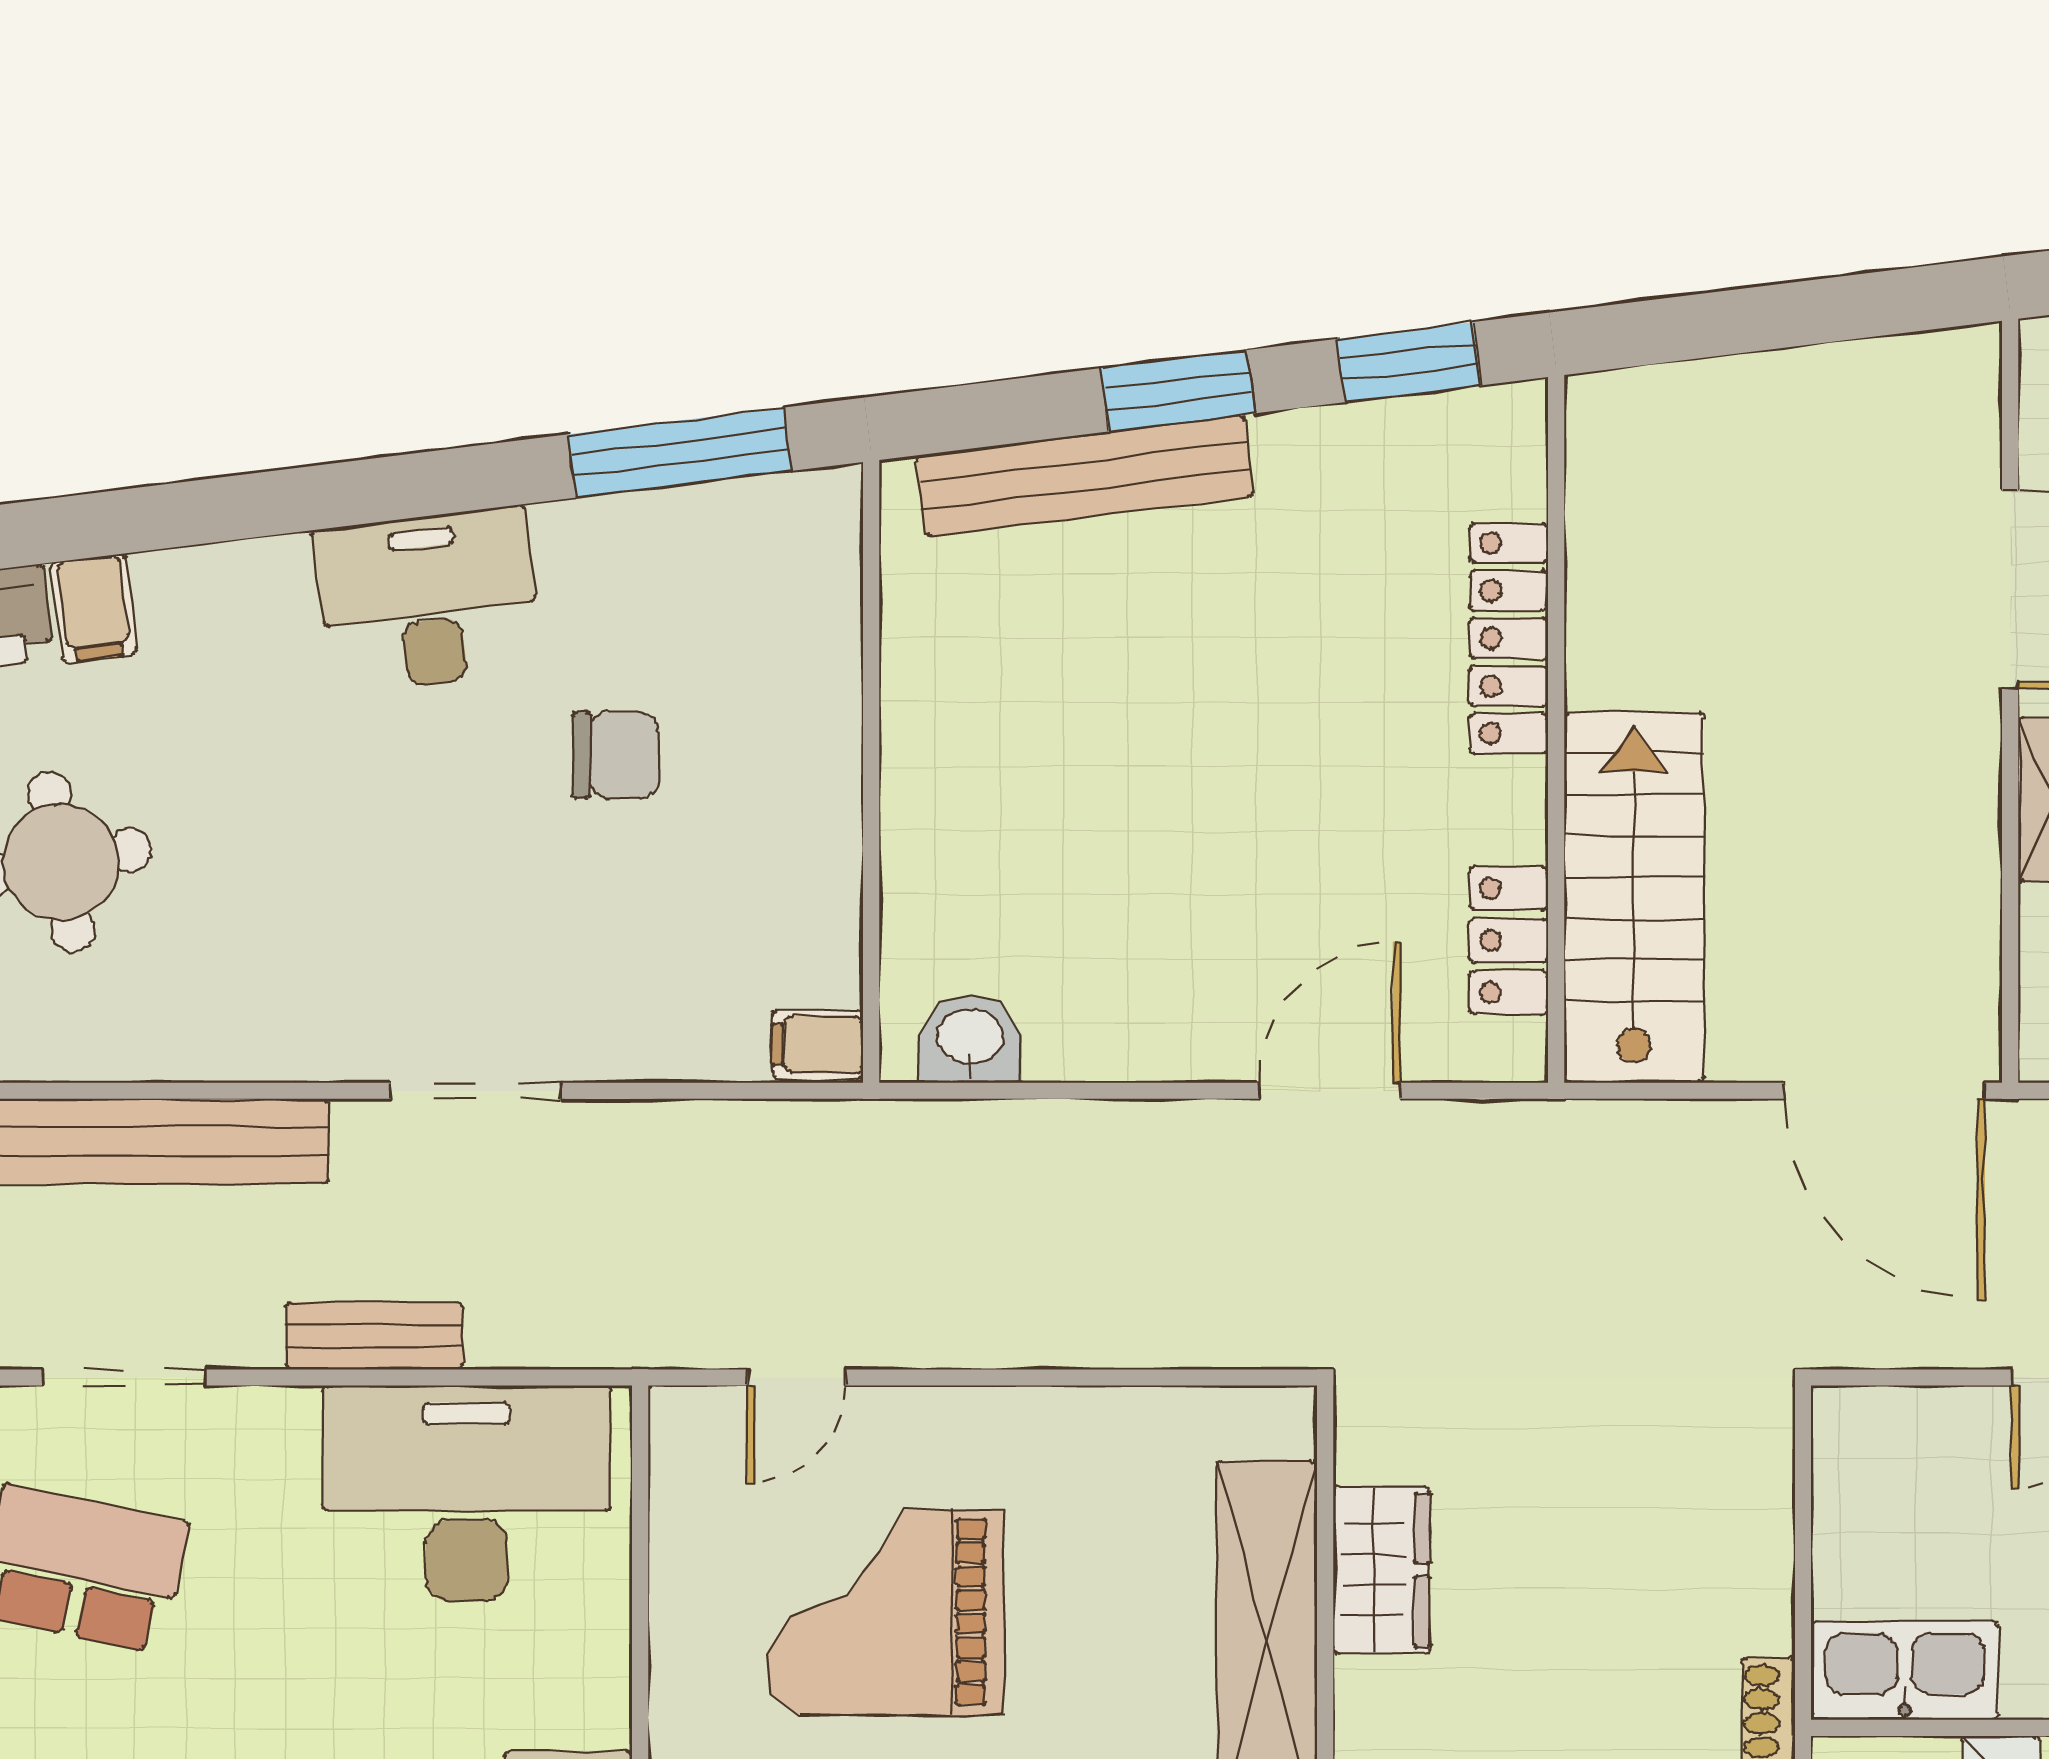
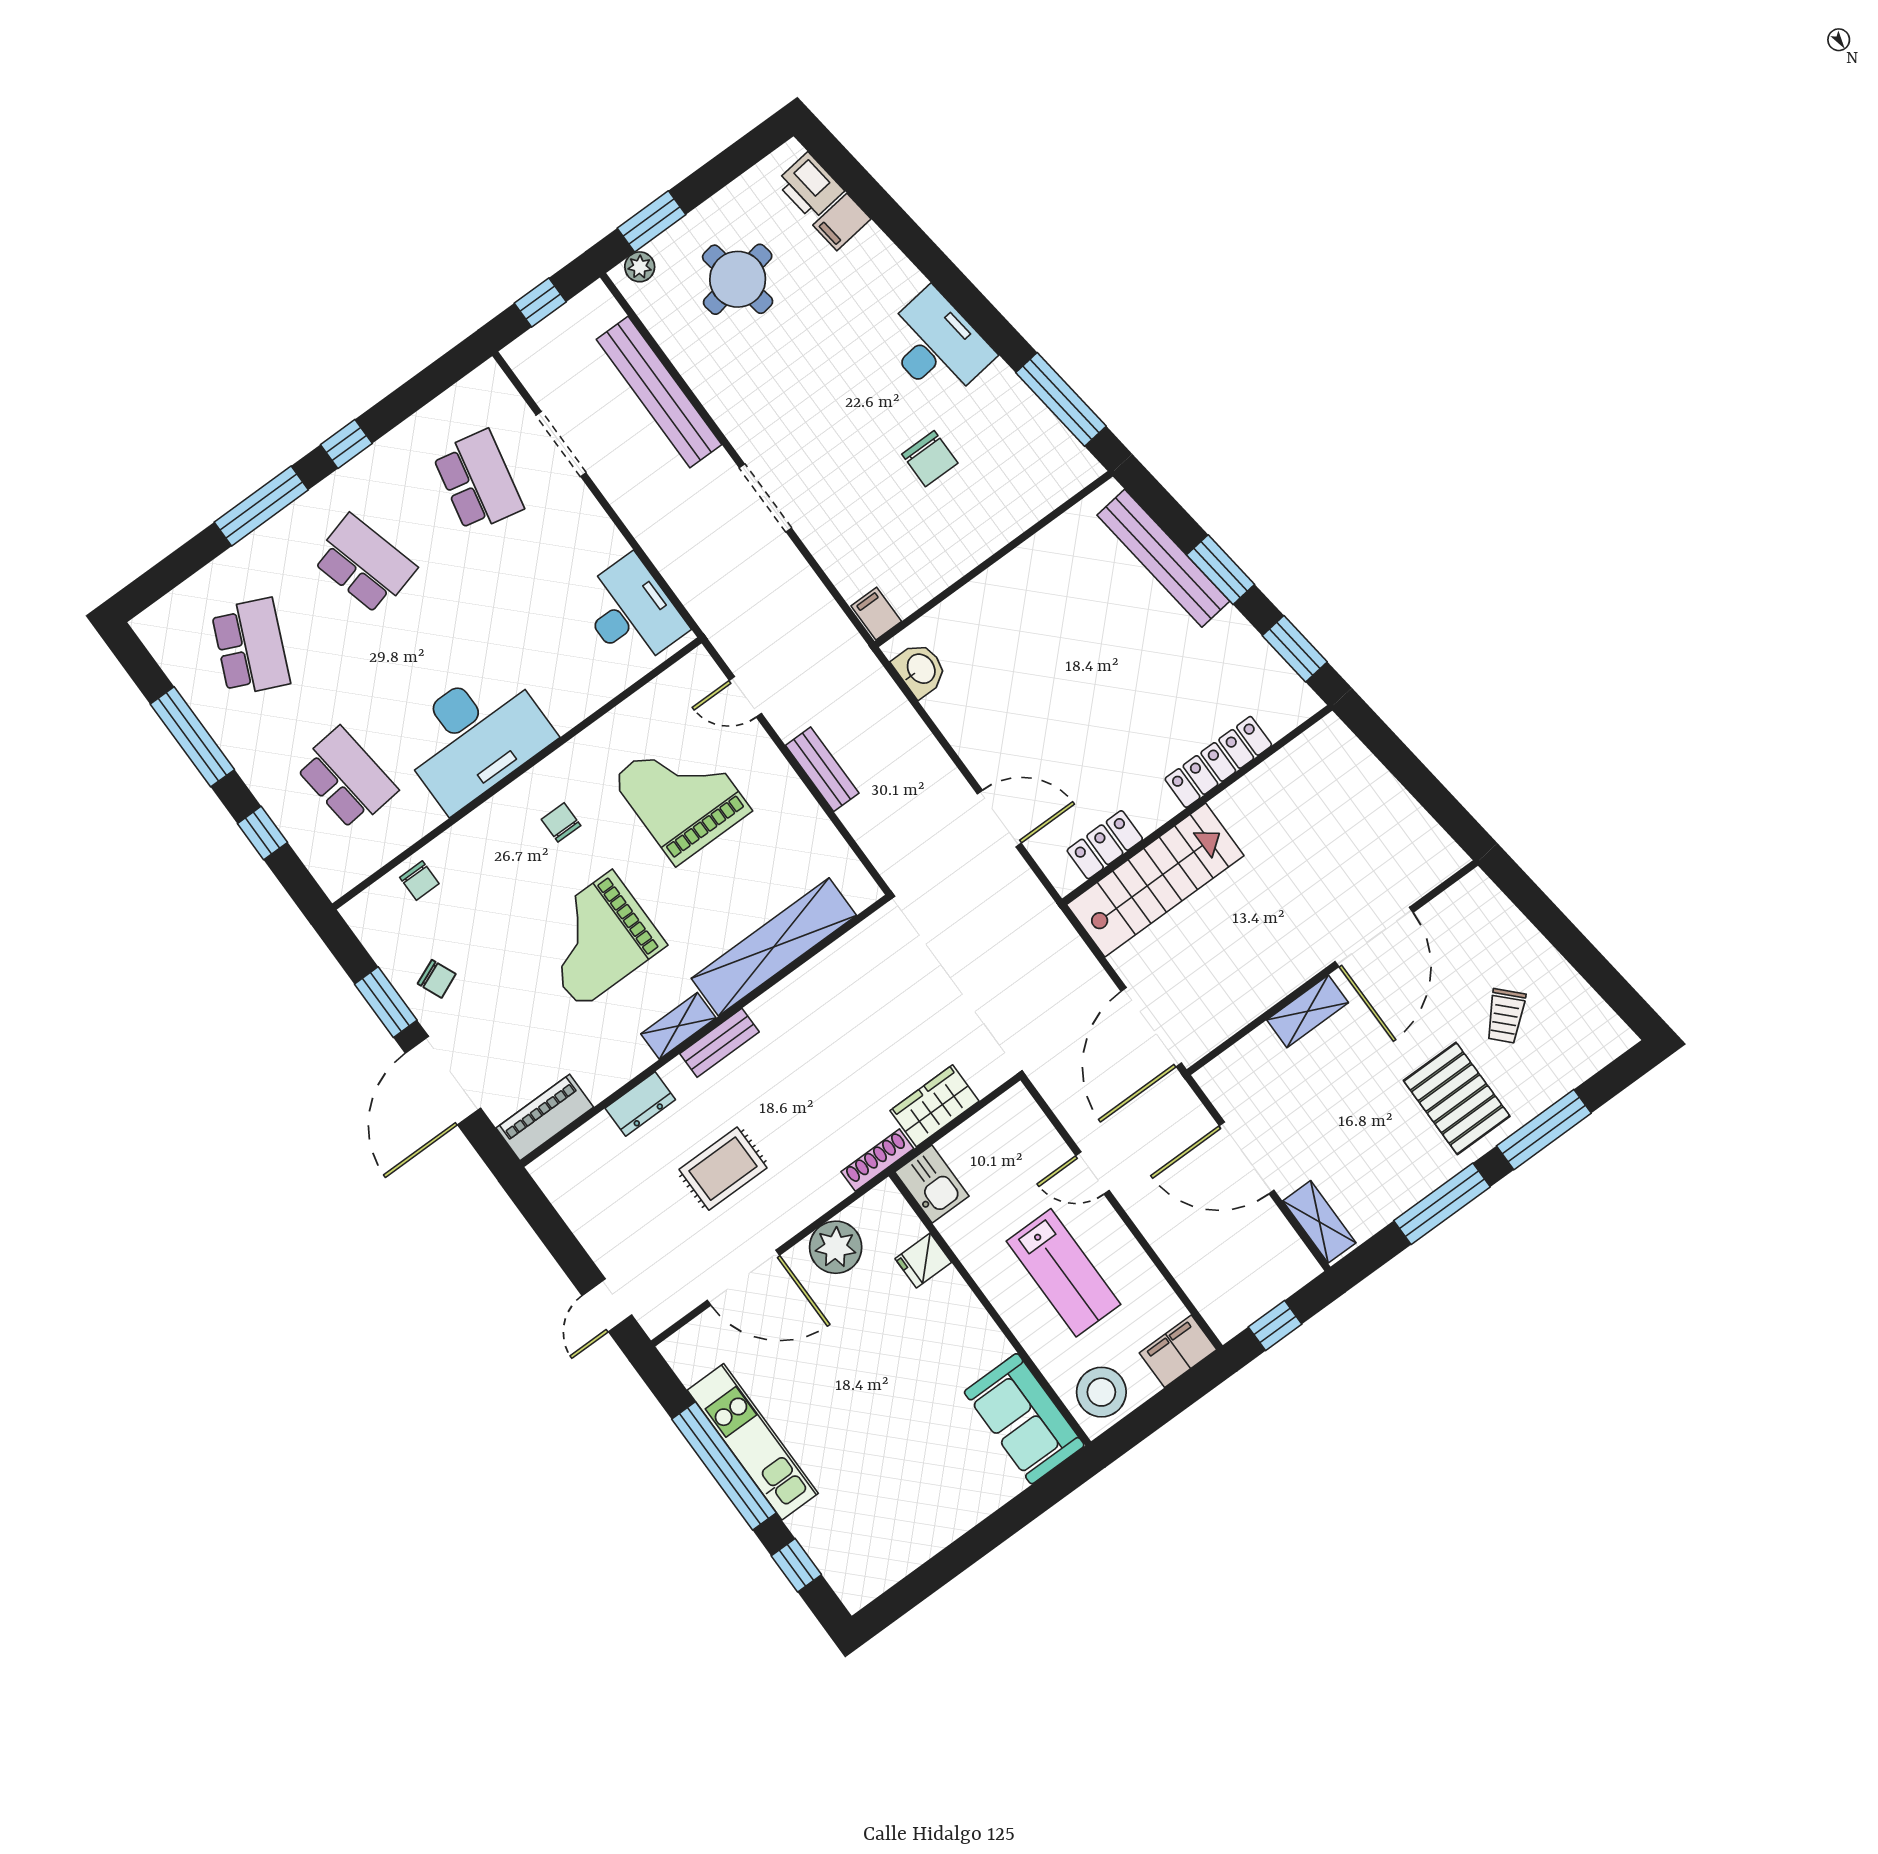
bench: (375, 1336) -> (822, 769), moved
desk: (467, 1493) -> (631, 612), width x0.73, depth x0.77
wardrobe: (1382, 1570) -> (934, 1106), moved, turned 180
kitchen sink: (1905, 1671) -> (932, 1184), width x0.73

